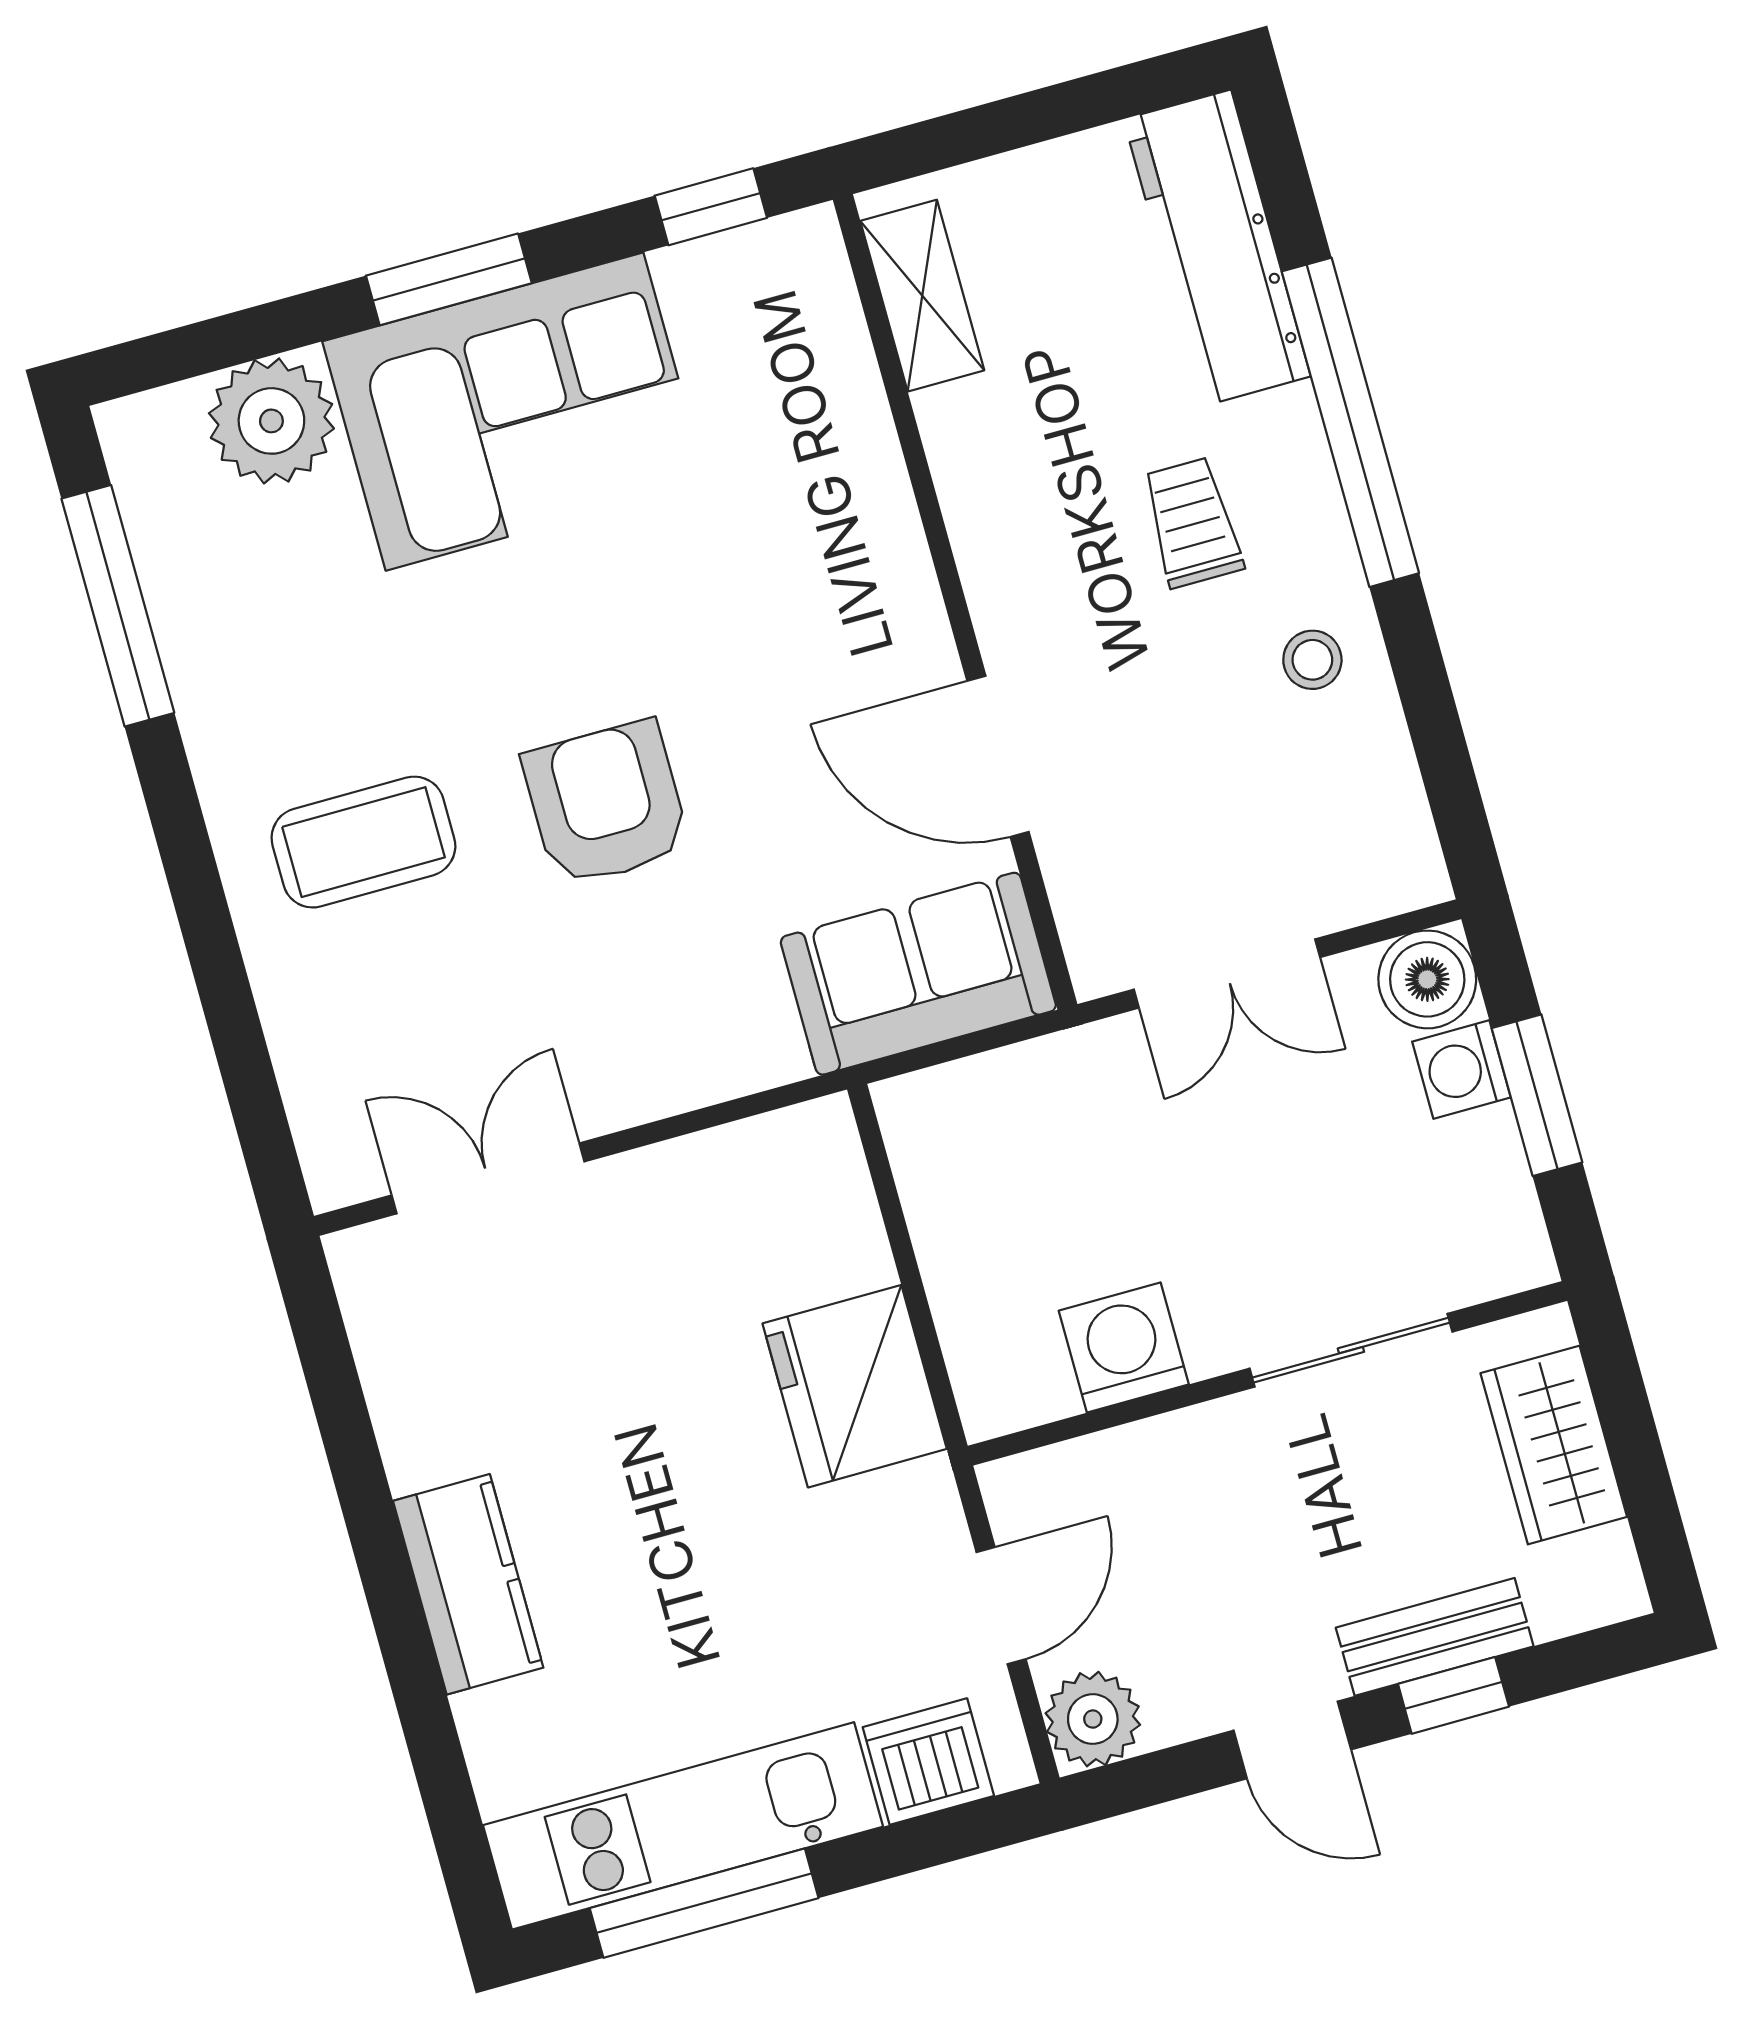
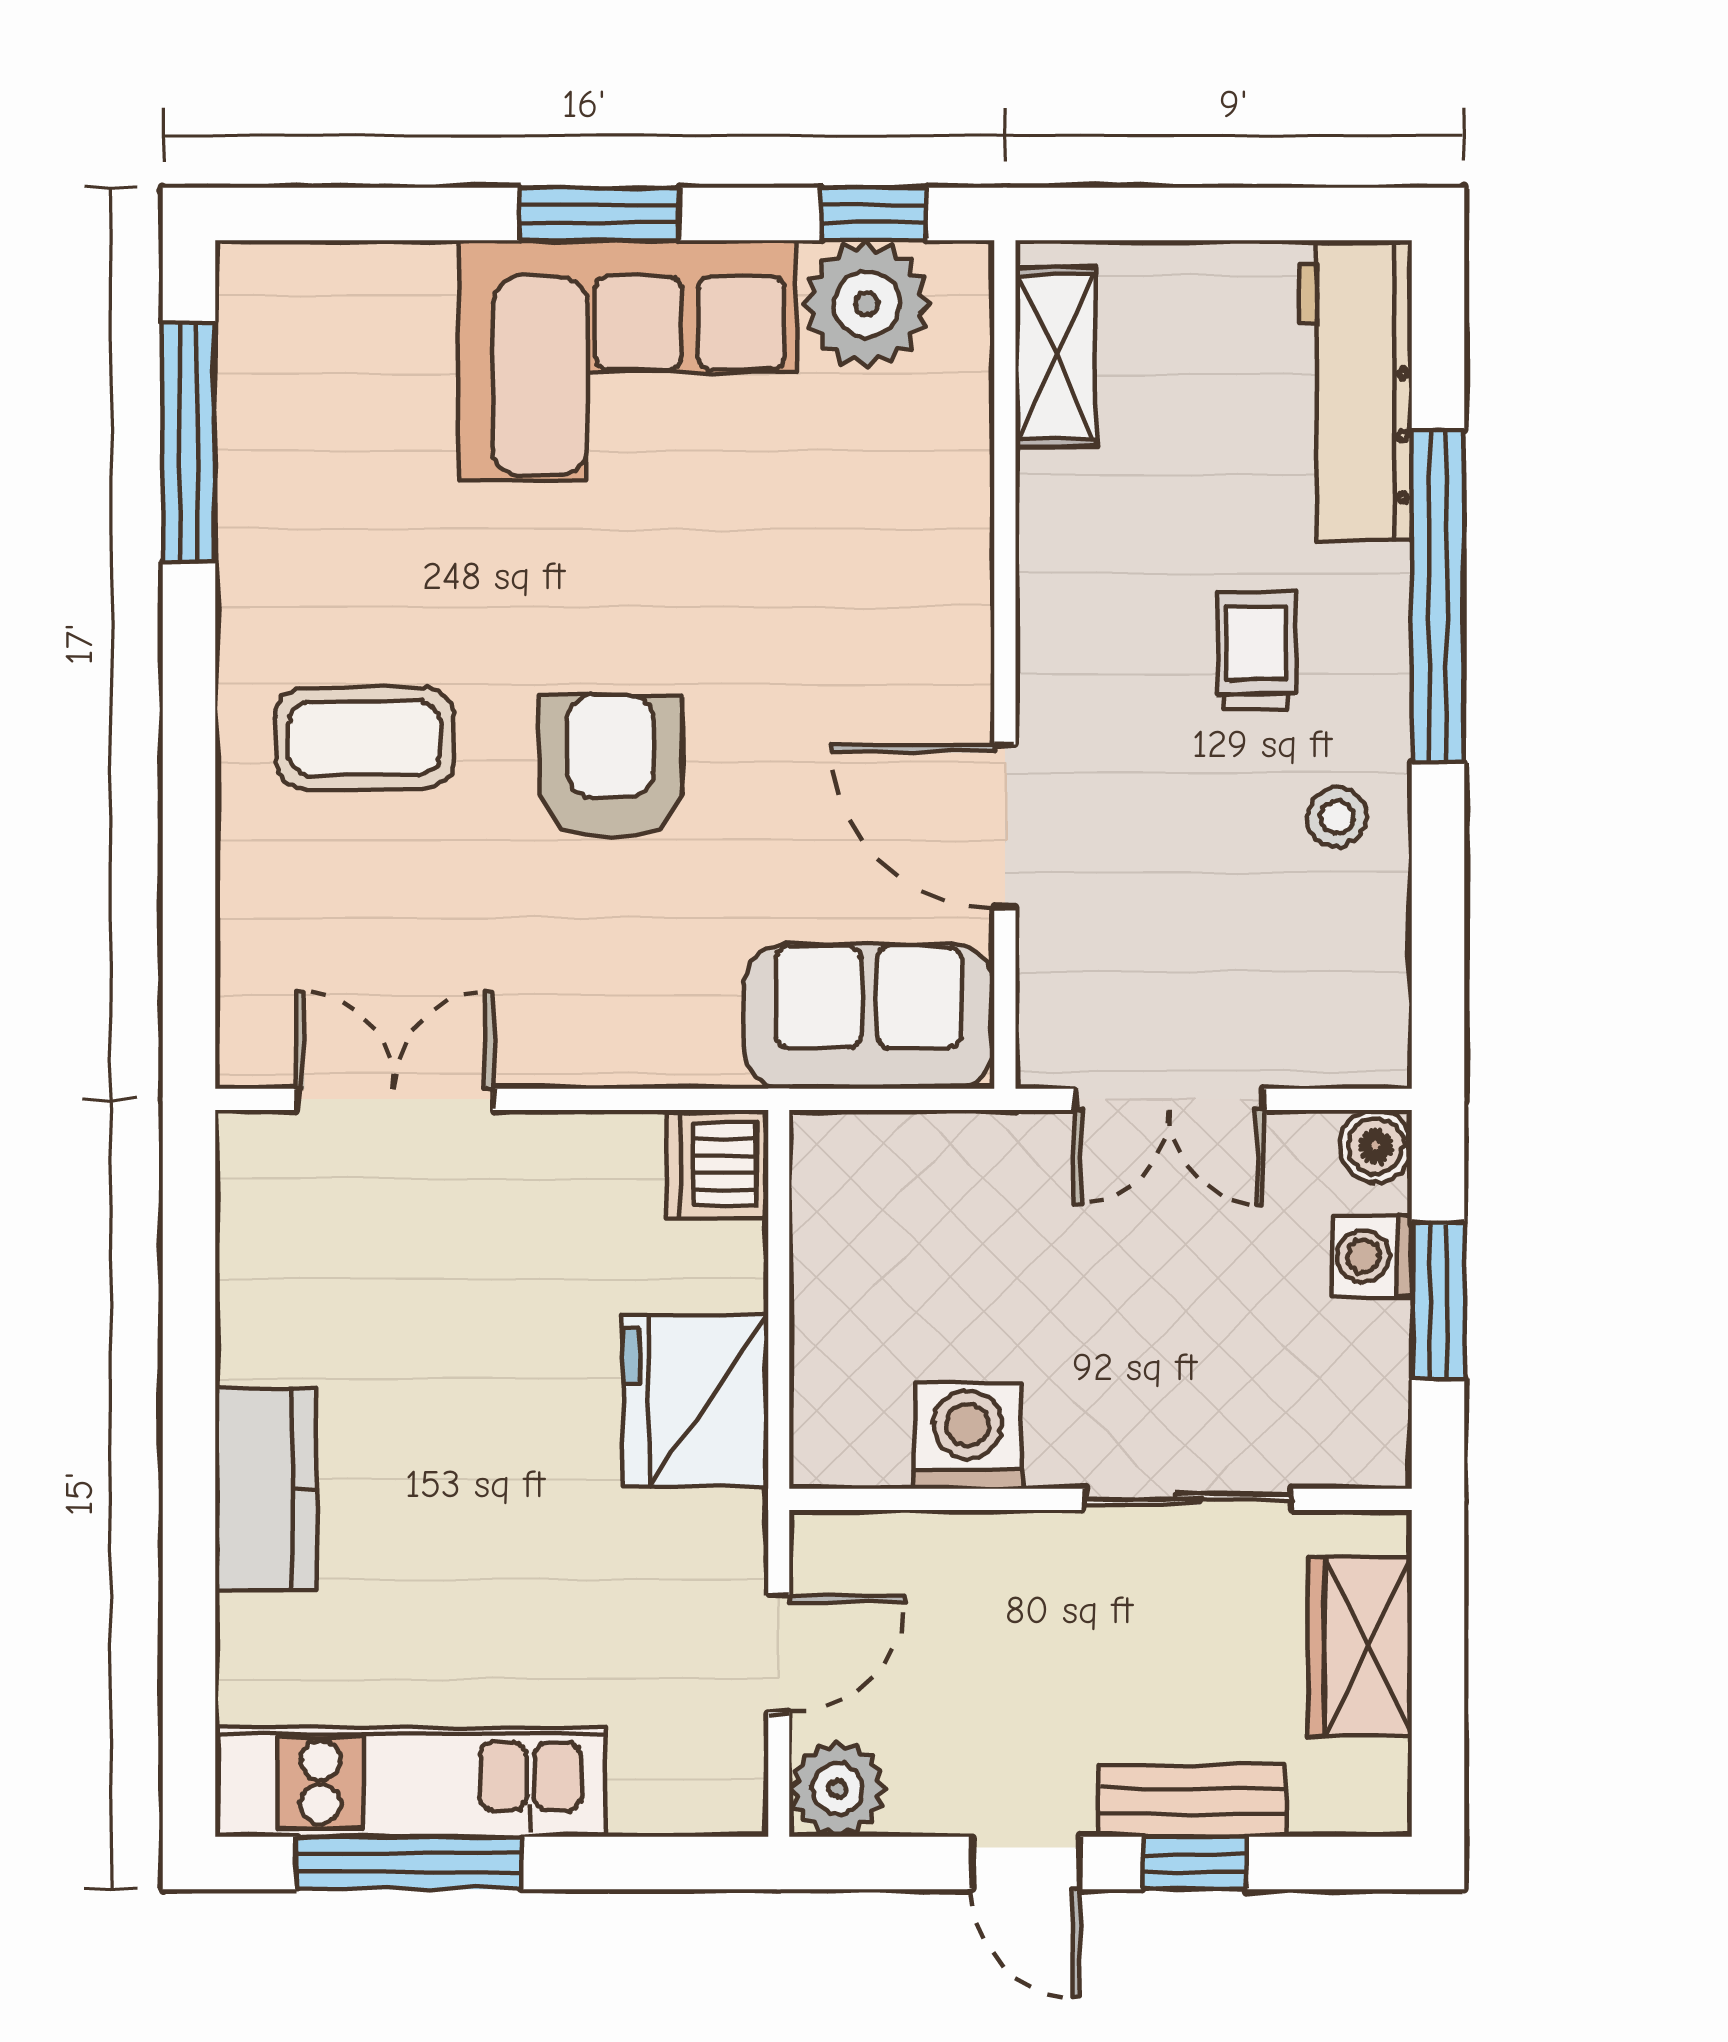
plant: (271, 421) -> (867, 304), moved
boiler: (1427, 979) -> (1376, 1146), width x0.73, depth x0.73
dishwasher: (928, 1762) -> (717, 1164), moved, turned -90

